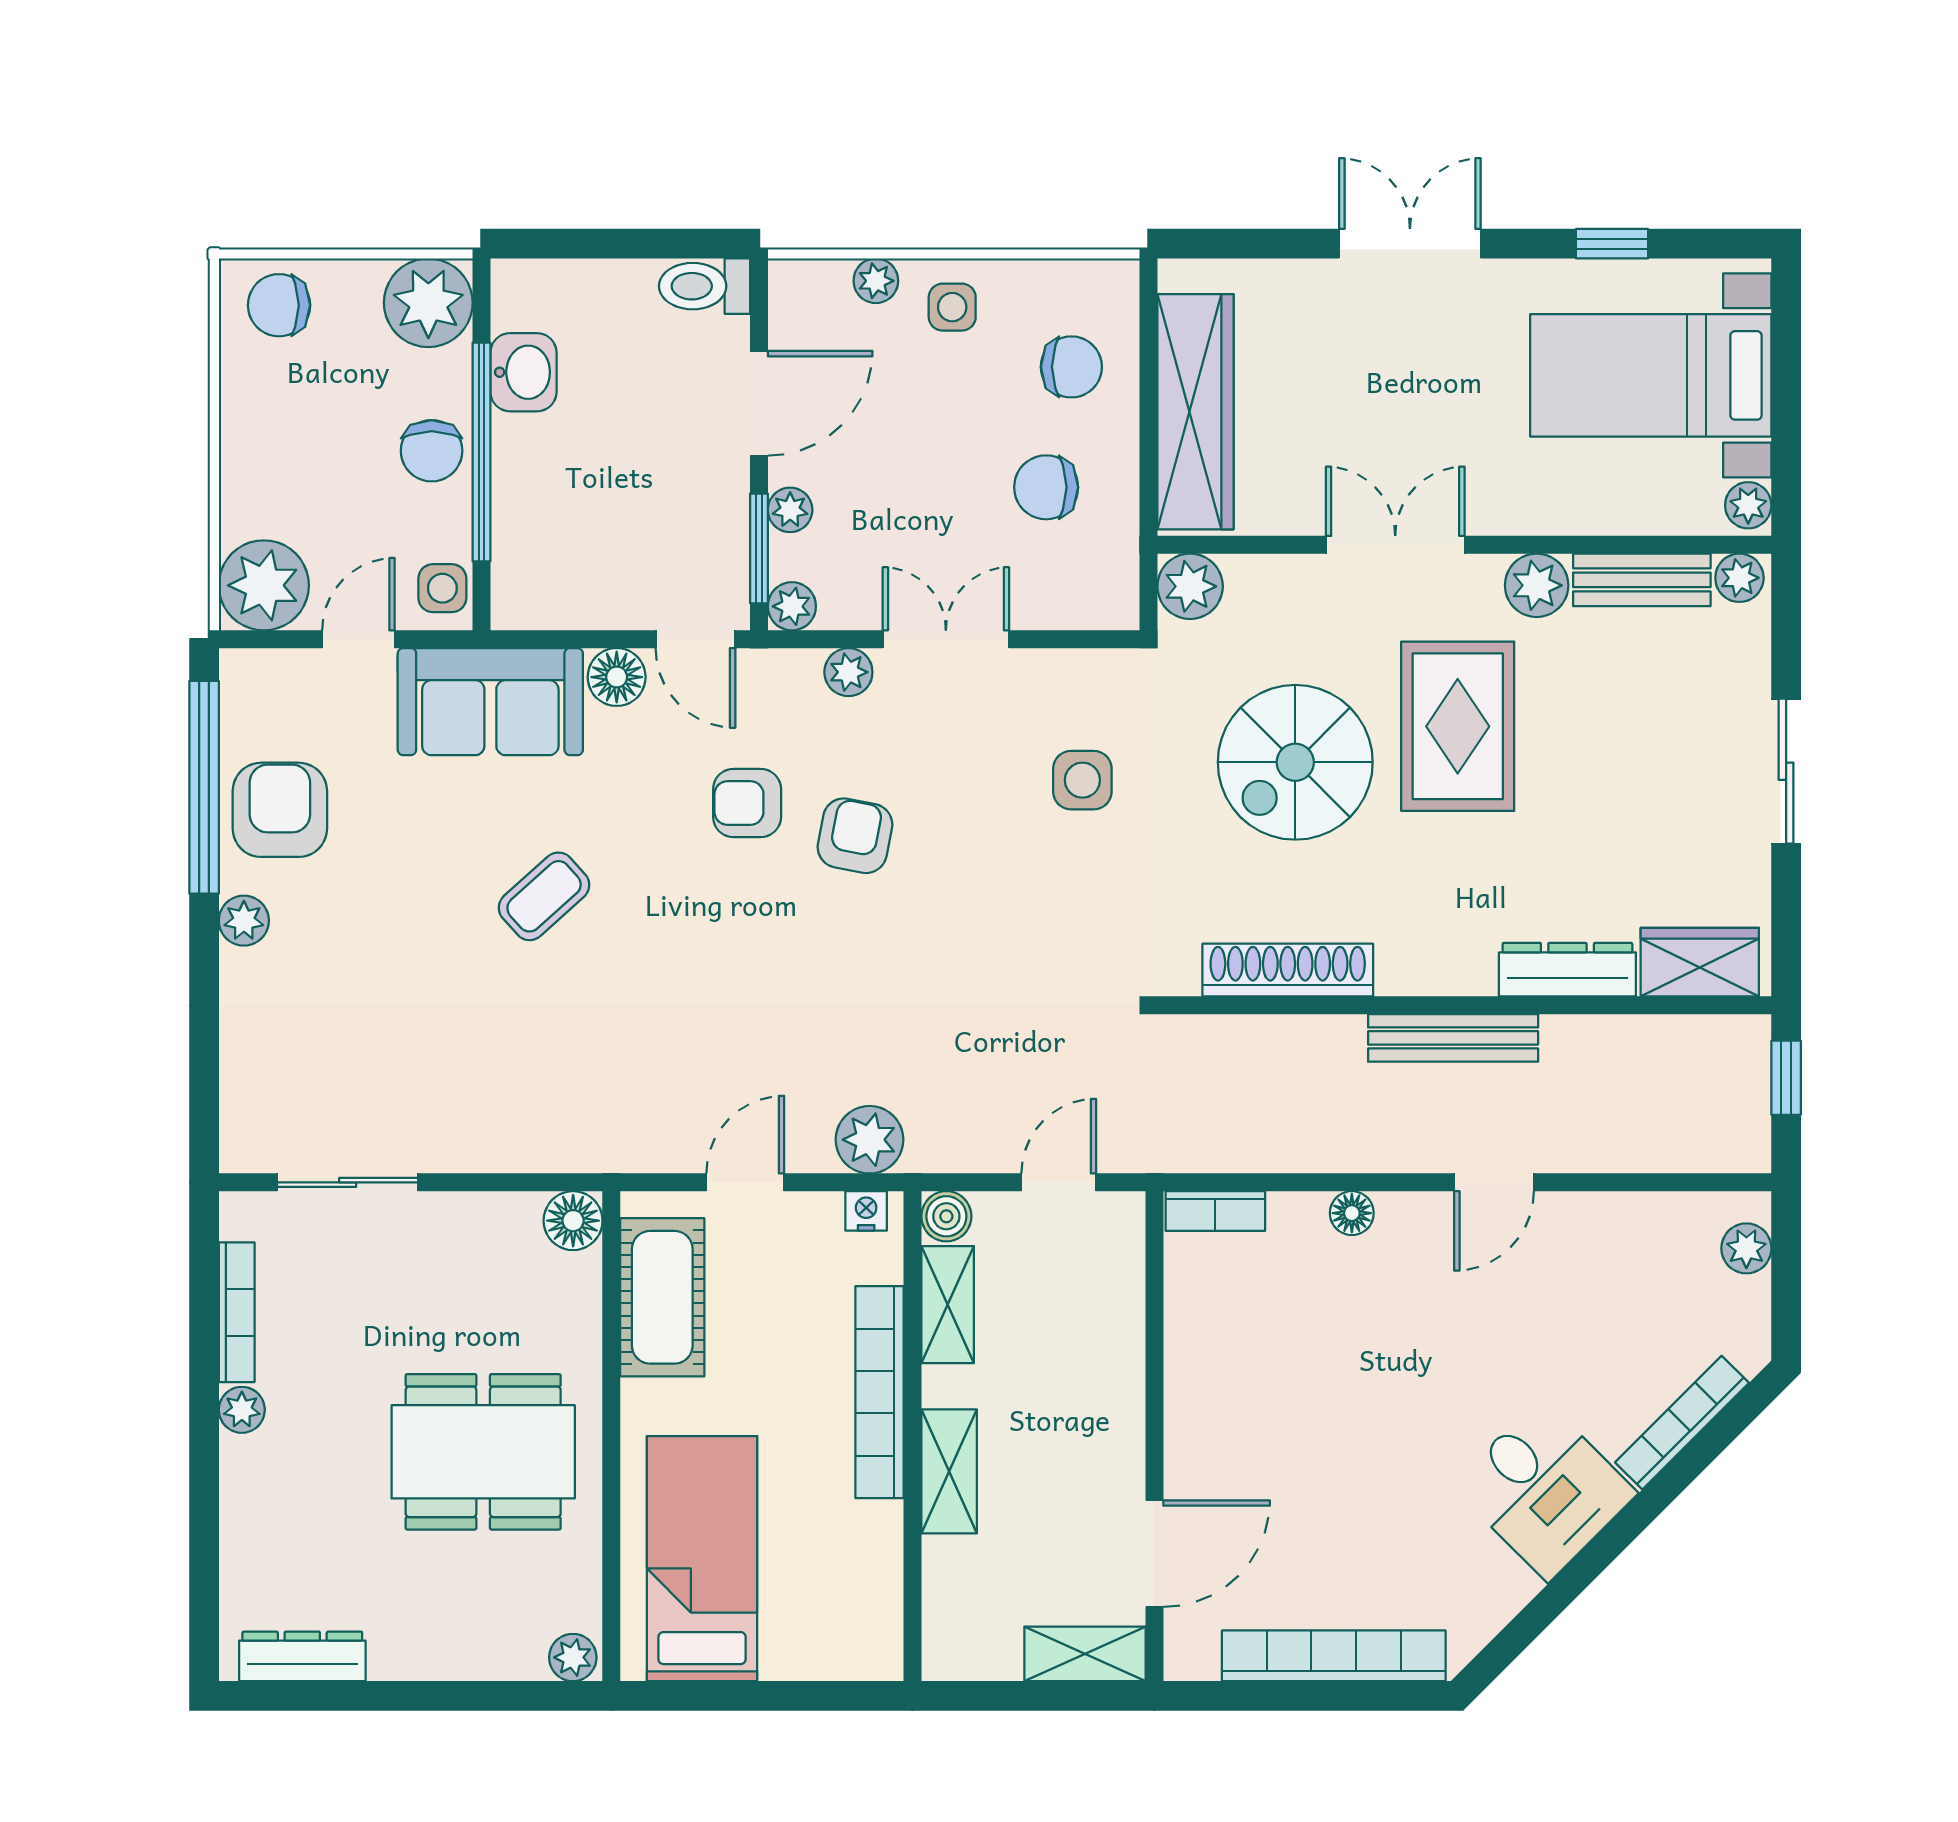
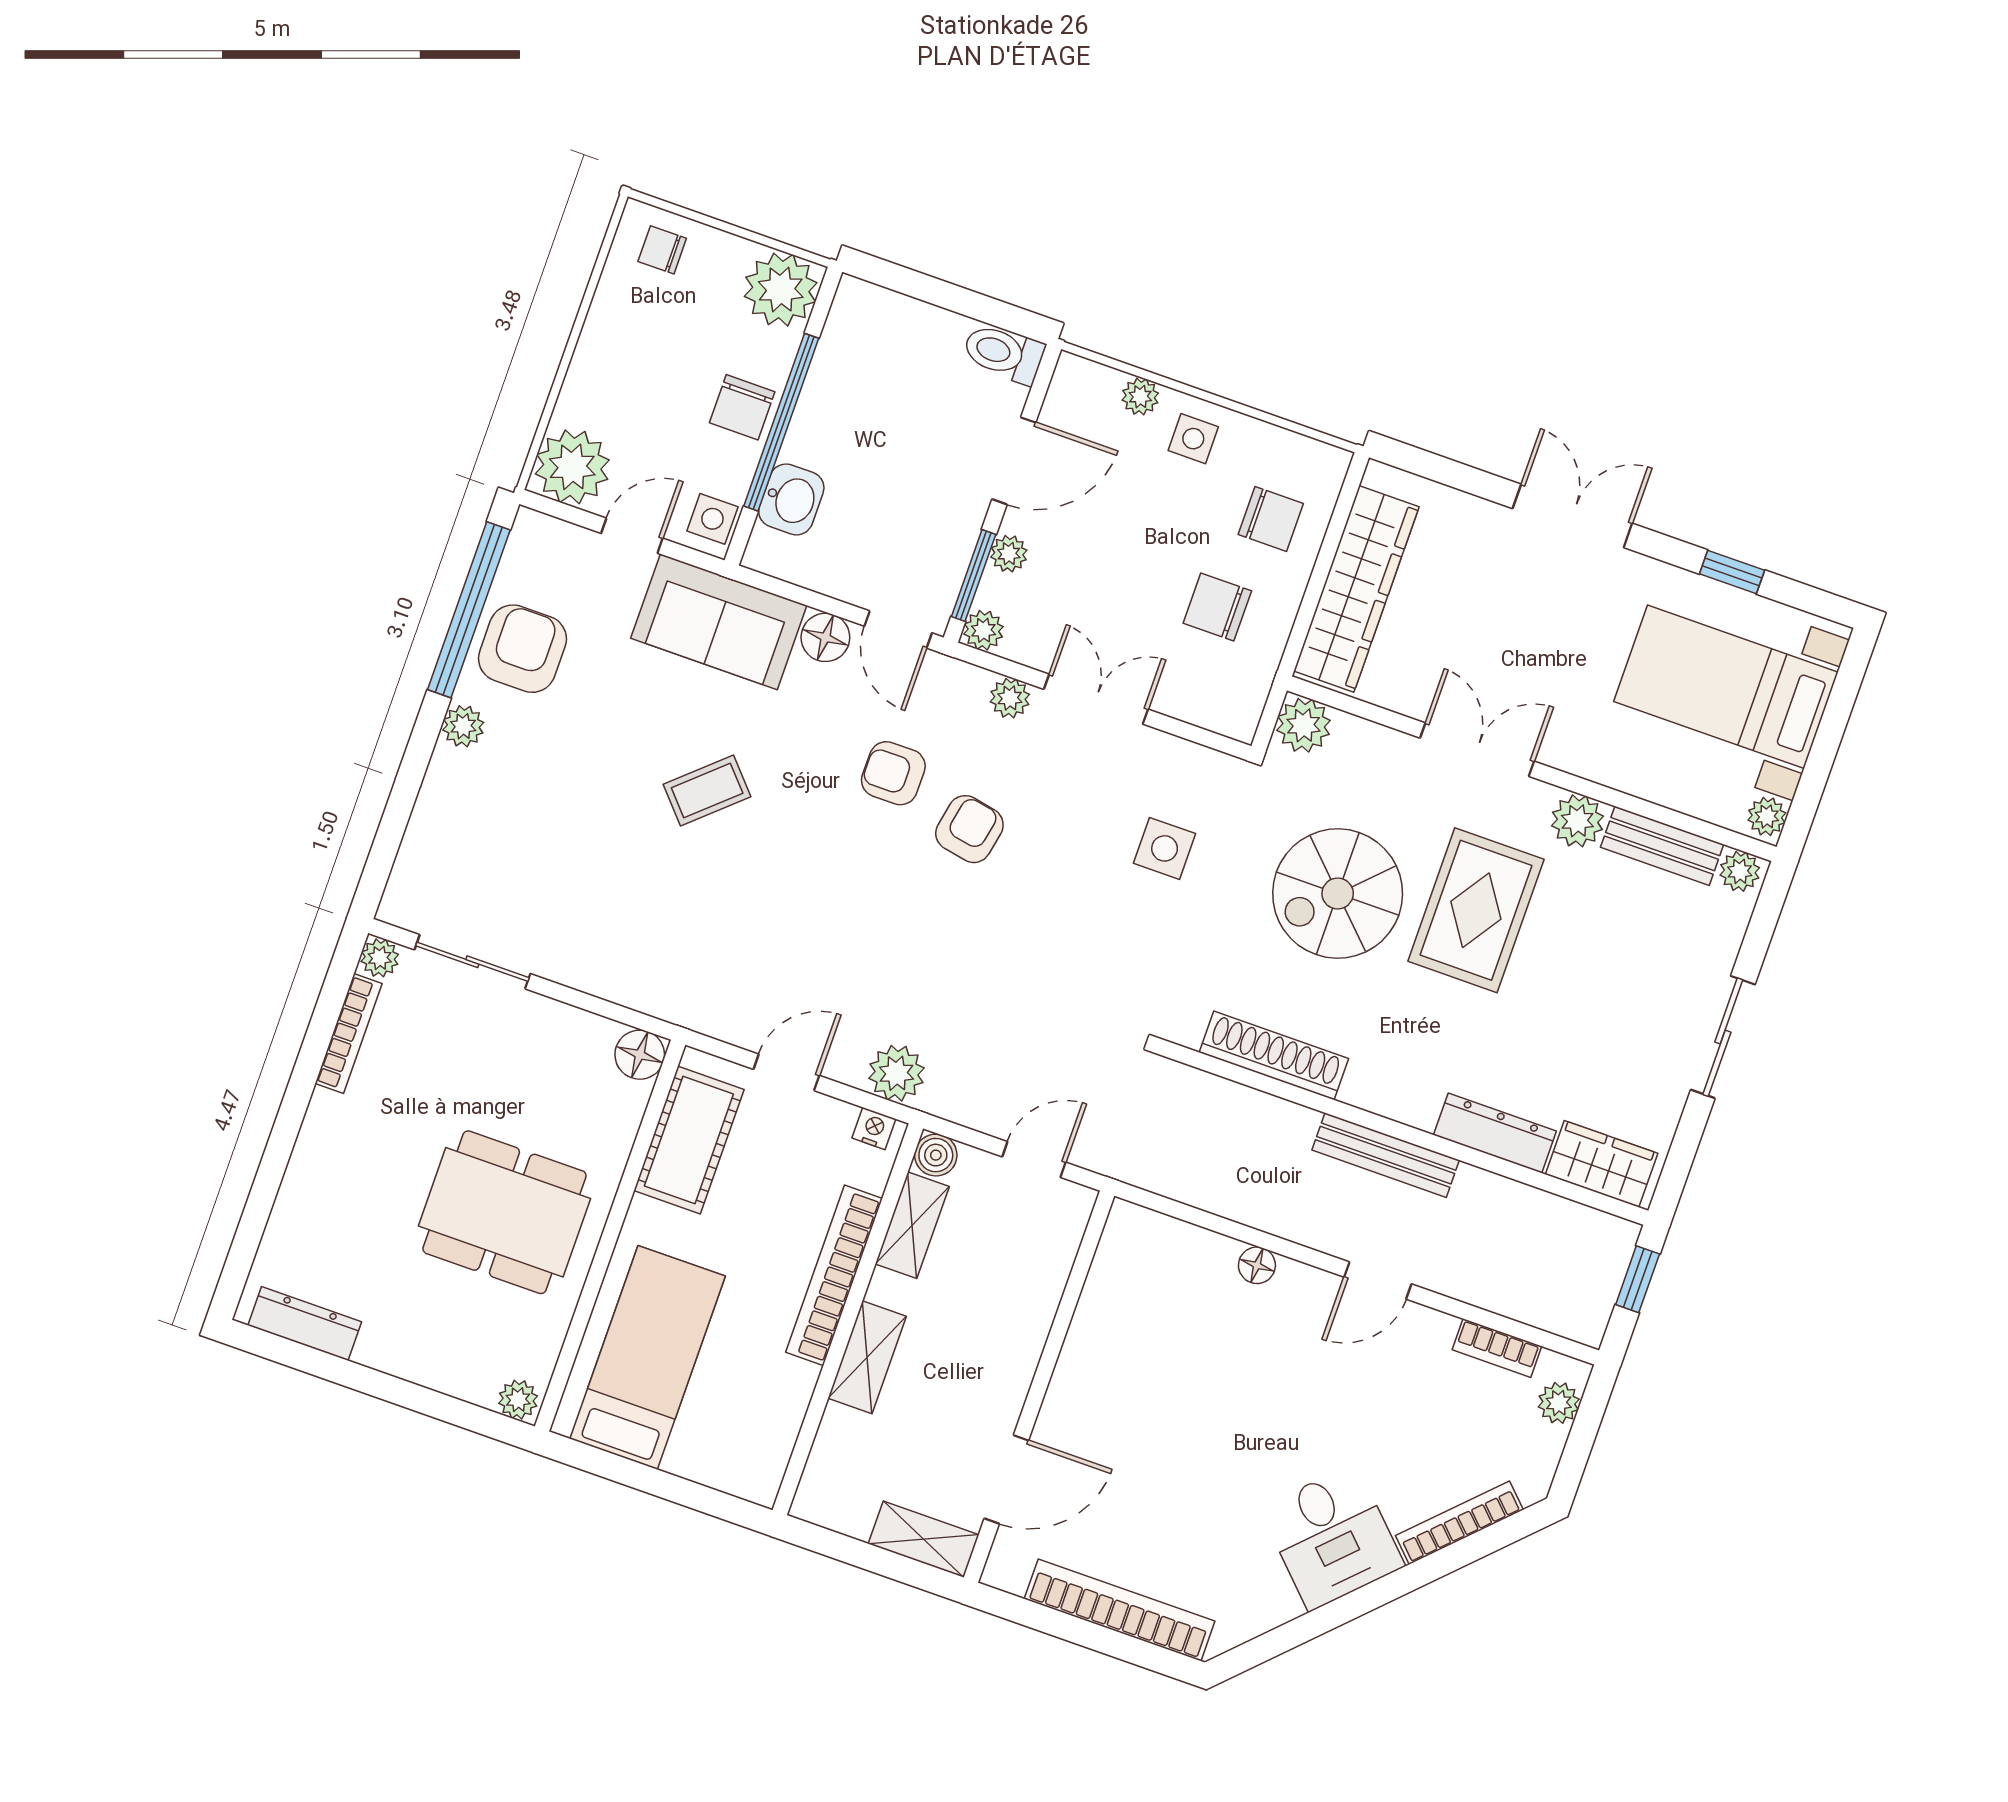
chair: (279, 305) -> (662, 250), width x0.73, depth x0.73
washbasin: (523, 372) -> (791, 499), moved
bookcase: (1215, 1211) -> (1497, 1348), moved
plant: (242, 1410) -> (380, 958), moved

